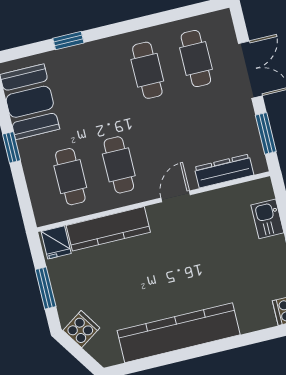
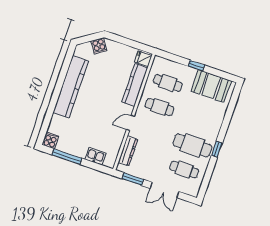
window: (68, 41) -> (217, 149), moved
cafe table: (147, 70) -> (192, 145), width x1.37, depth x1.35
door: (176, 196) -> (130, 123), swing flipped
window: (46, 288) -> (127, 42), removed

